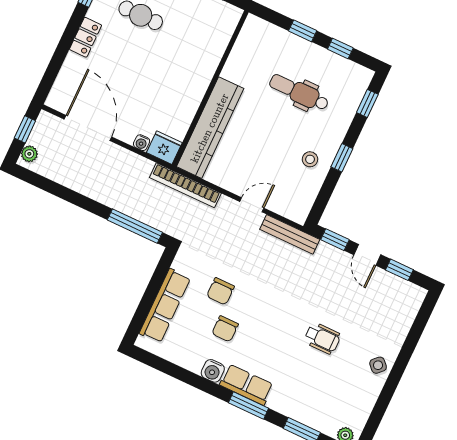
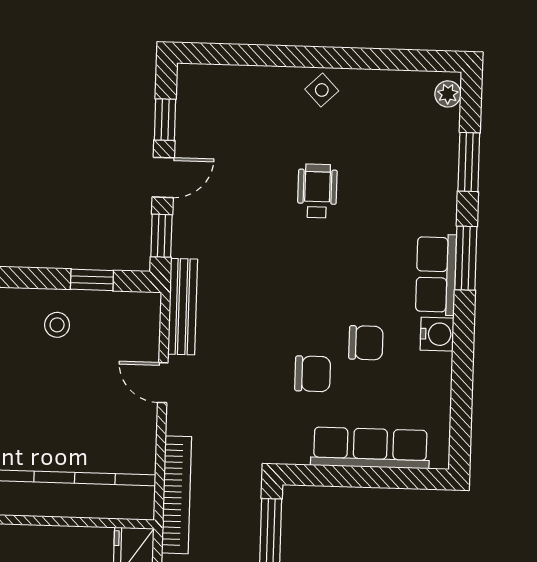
window: (342, 158) -> (92, 280), moved

